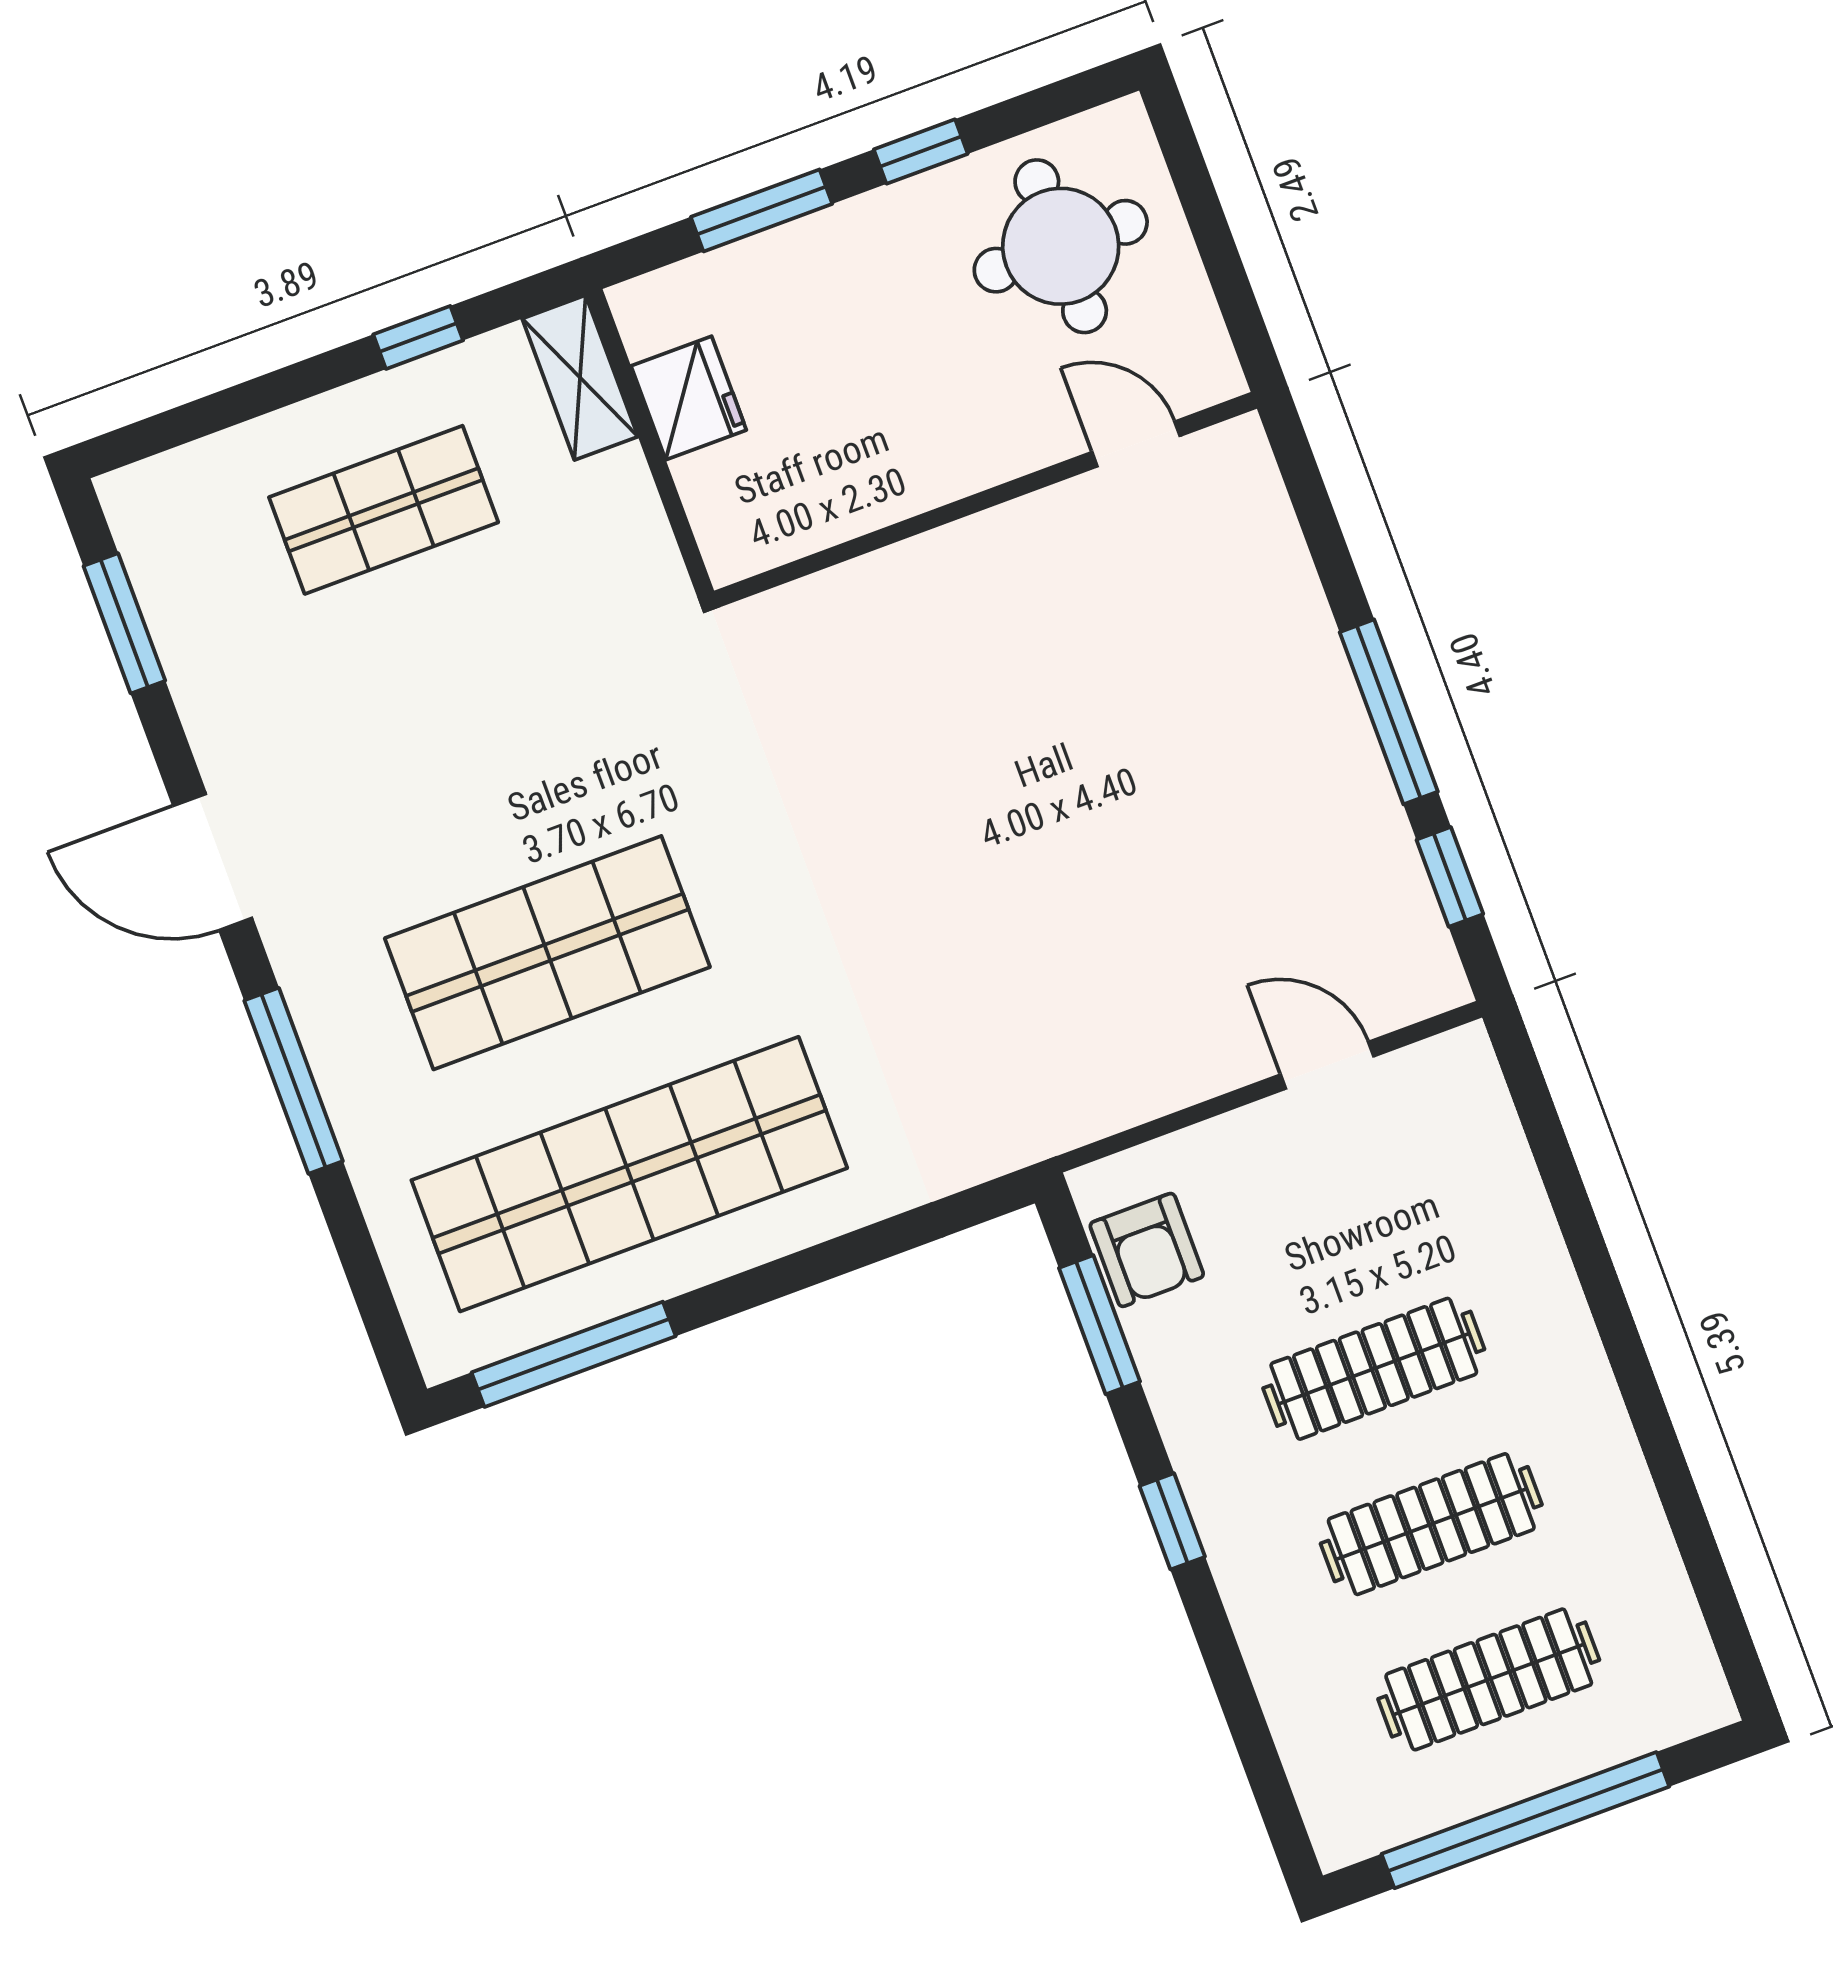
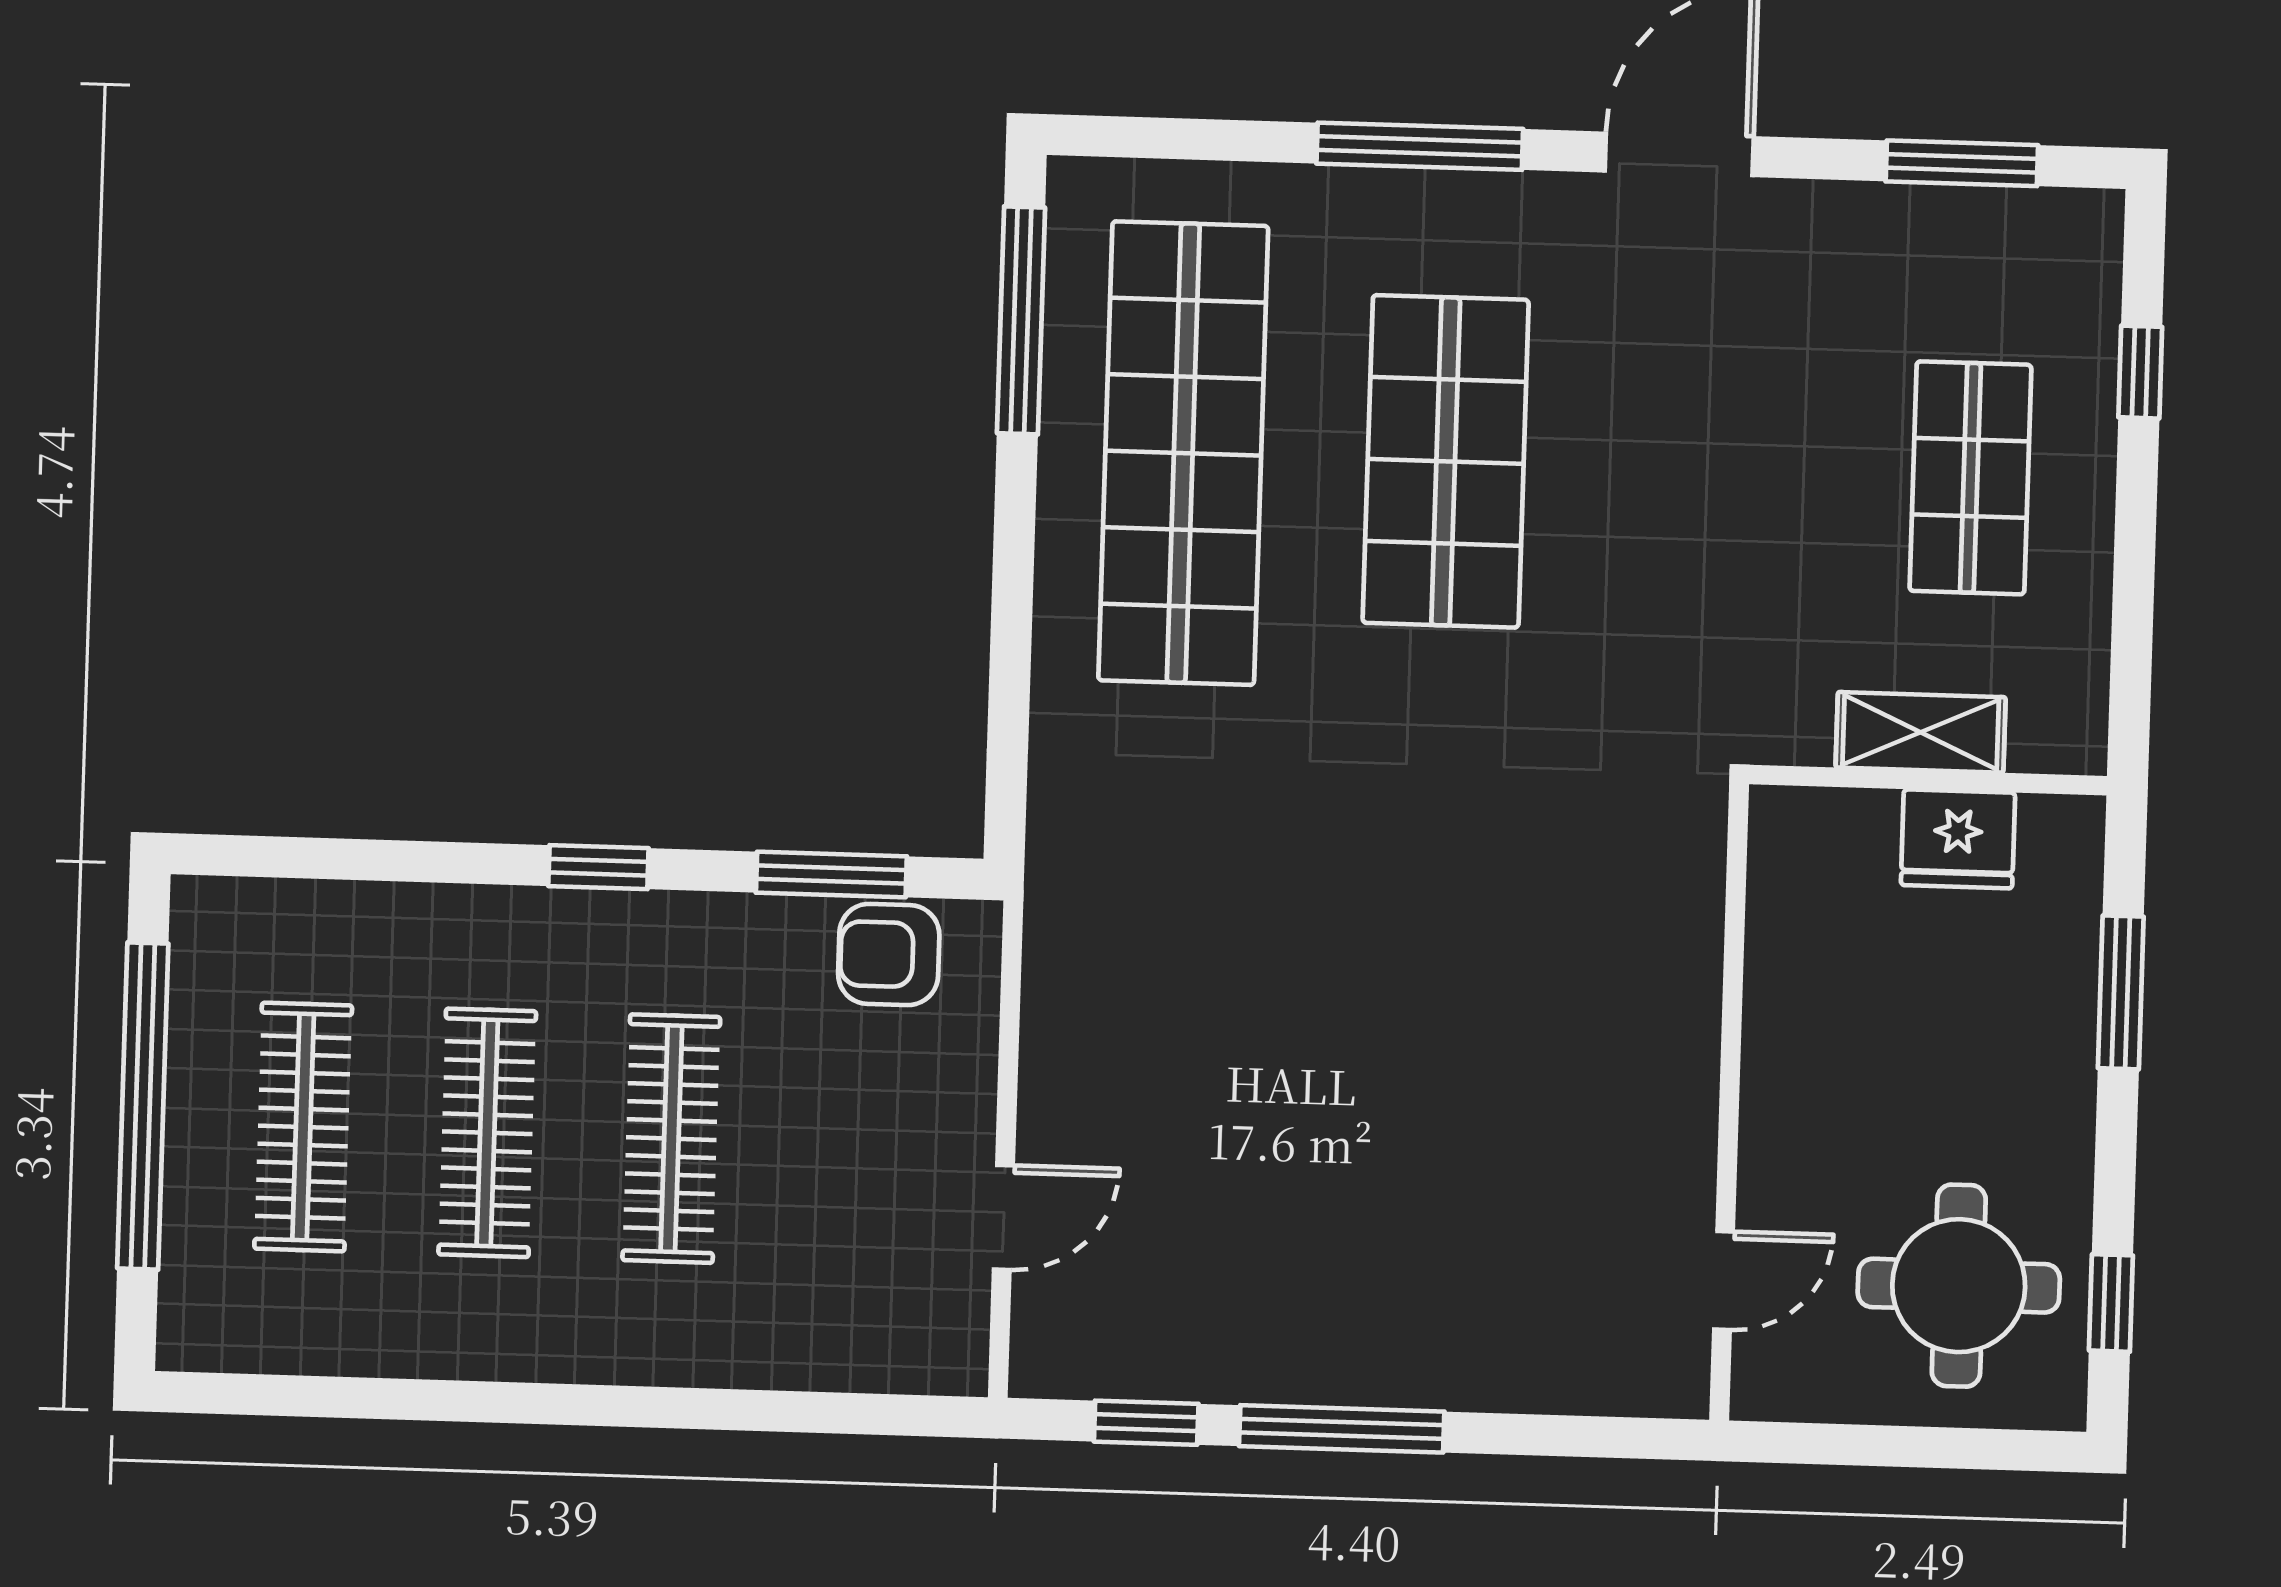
window: (921, 152) -> (2111, 1303), moved
window: (418, 337) -> (2140, 372), moved
shelving: (580, 378) -> (1921, 732), moved

